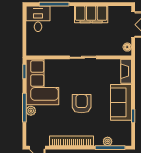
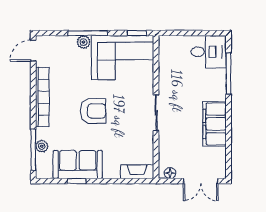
sofa: (121, 102) -> (78, 165), moved

